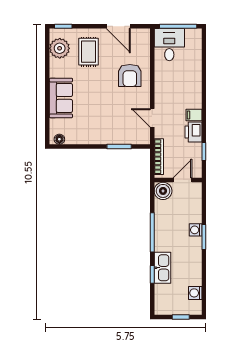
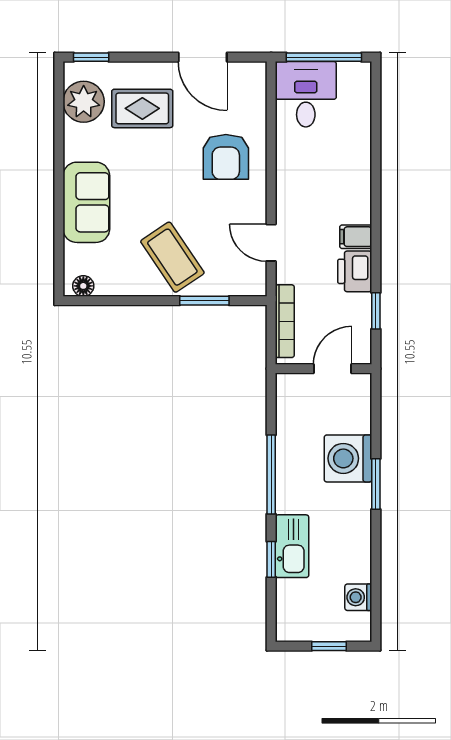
rug: (89, 52) -> (142, 108), turned 90
coffee table: (103, 125) -> (172, 257), added
boiler: (163, 191) -> (293, 391), removed
washing machine: (196, 230) -> (348, 458), width x1.89, depth x1.89

